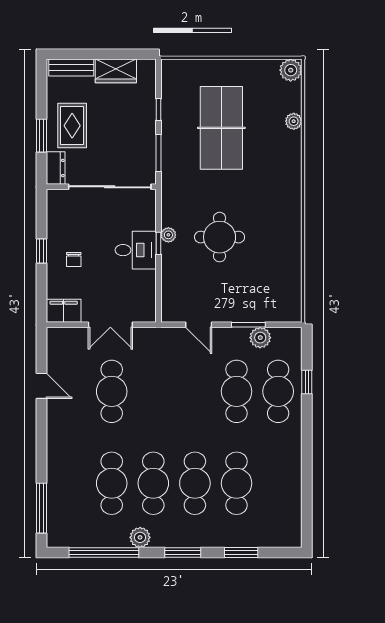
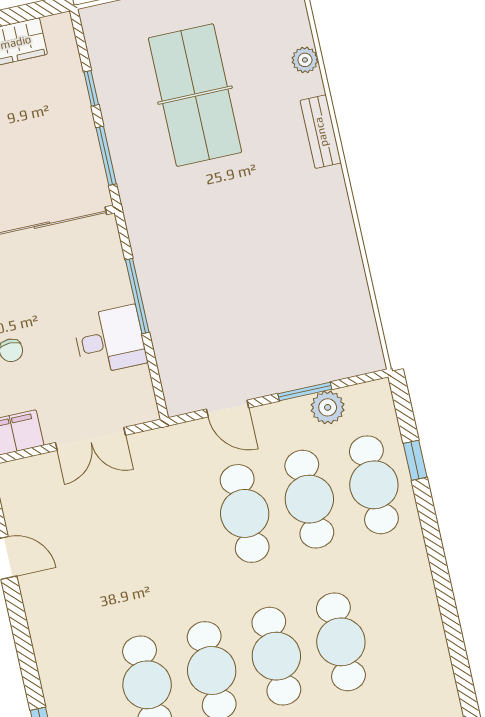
bench: (293, 167) -> (321, 132), added
plant: (168, 235) -> (150, 279), removed
round table: (220, 237) -> (230, 265), removed
window: (159, 243) -> (137, 296), width x2.17
desk: (136, 250) -> (110, 340), moved
cafe table: (112, 391) -> (245, 513), moved

